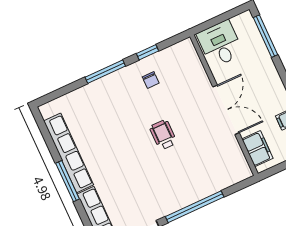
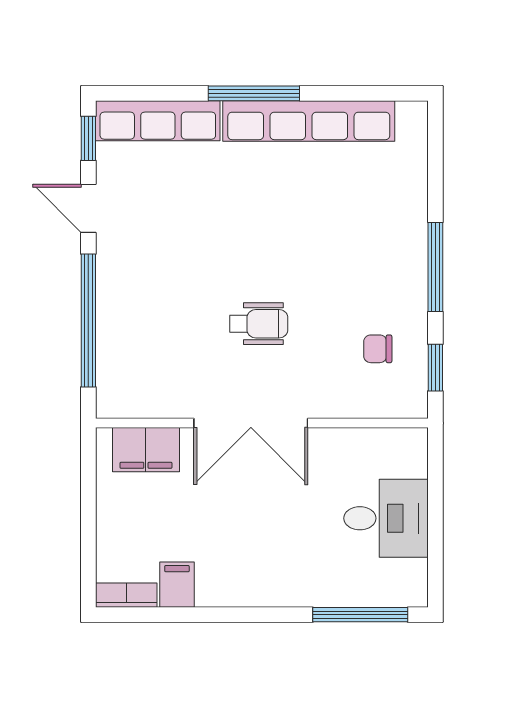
wall: (224, 105) -> (262, 423), moved
double door: (226, 110) -> (251, 423), moved
filing cabinet: (257, 149) -> (146, 450), moved

